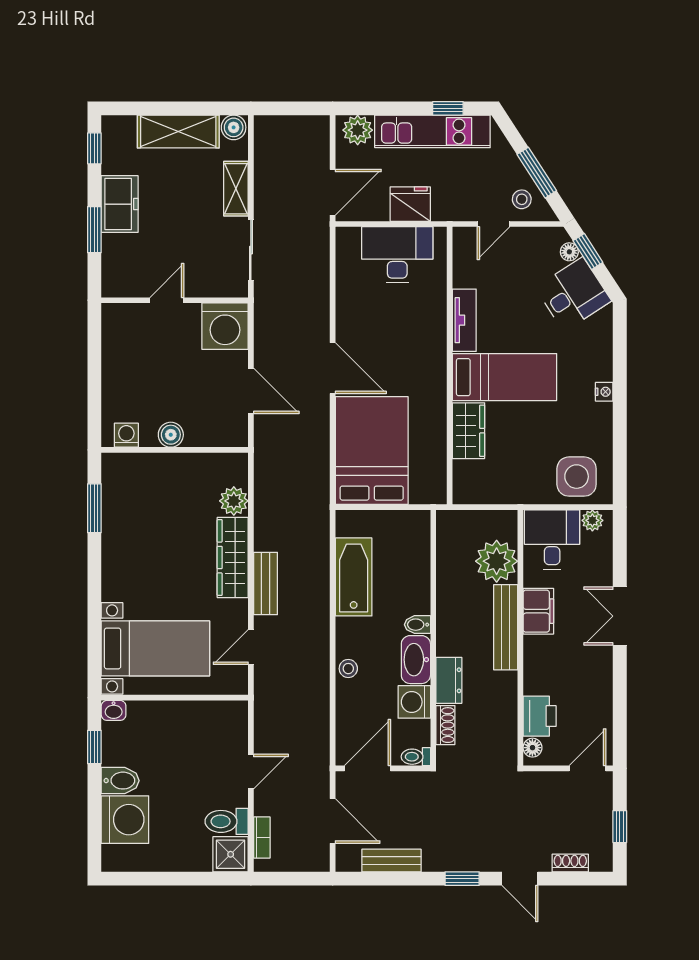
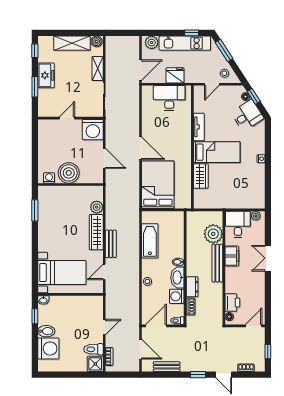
window: (537, 173) -> (224, 51), moved
boiler: (171, 435) -> (69, 173), width x1.86, depth x1.86
side table: (577, 477) -> (249, 196), removed

